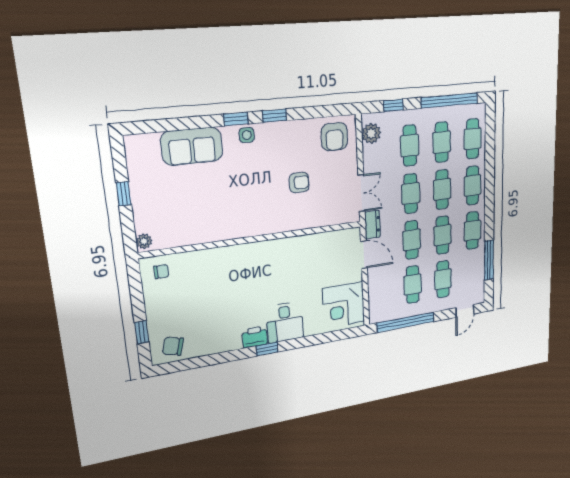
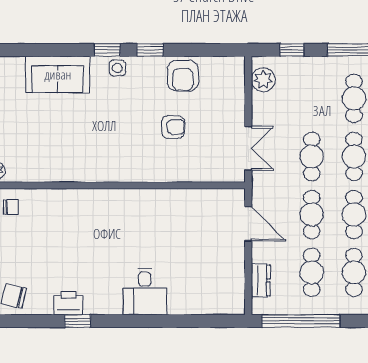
armchair: (334, 137) -> (183, 76), moved
cafe table: (410, 146) -> (312, 98), removed
dresser: (372, 225) -> (261, 280), moved
corner desk: (344, 305) -> (219, 283), removed
printer: (255, 337) -> (68, 303), moved
window: (267, 349) -> (78, 321), moved

